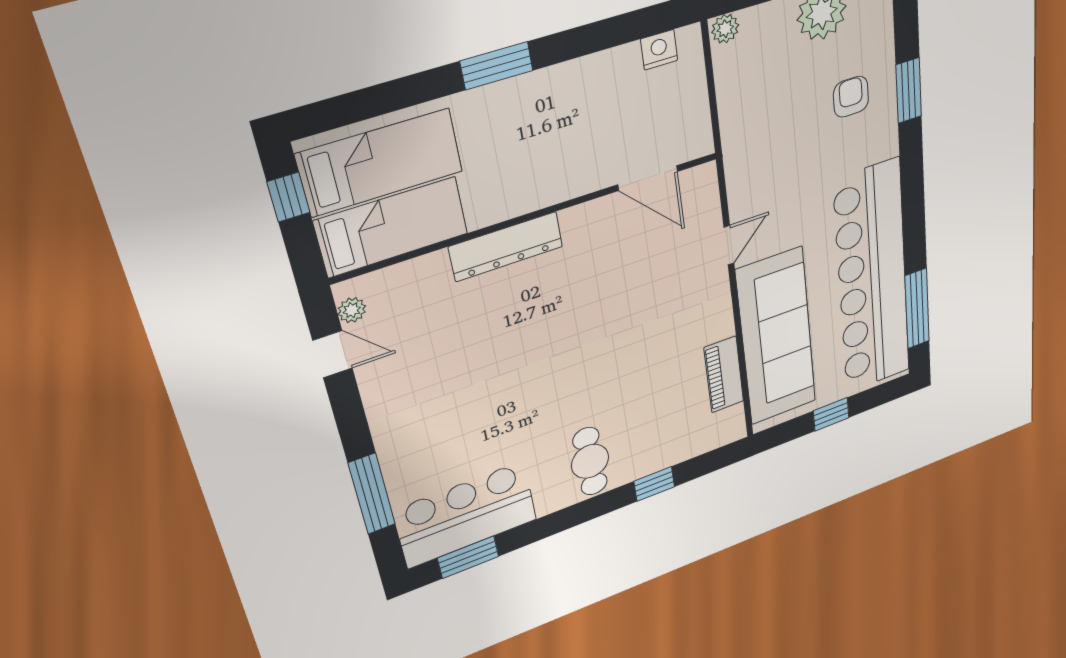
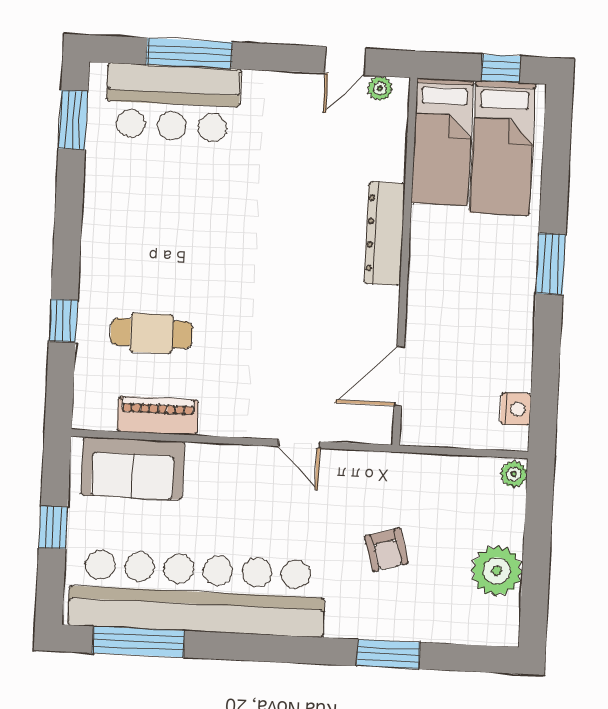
armchair: (851, 97) -> (387, 550), moved, turned 74
sofa: (776, 337) -> (133, 468), width x0.54, depth x0.79
cafe table: (590, 461) -> (152, 333), moved
bar counter: (466, 515) -> (173, 103), moved, turned 90

